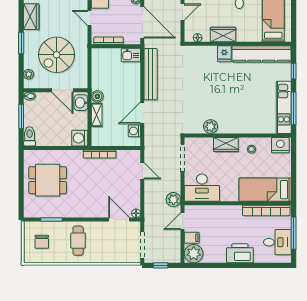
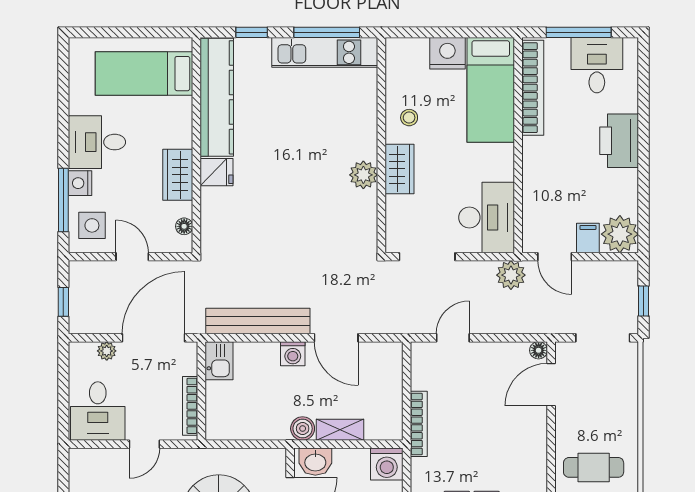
plant: (211, 127) -> (363, 175), moved
washing machine: (134, 131) -> (293, 354), moved
nightstand: (280, 145) -> (447, 53), moved, turned 90

